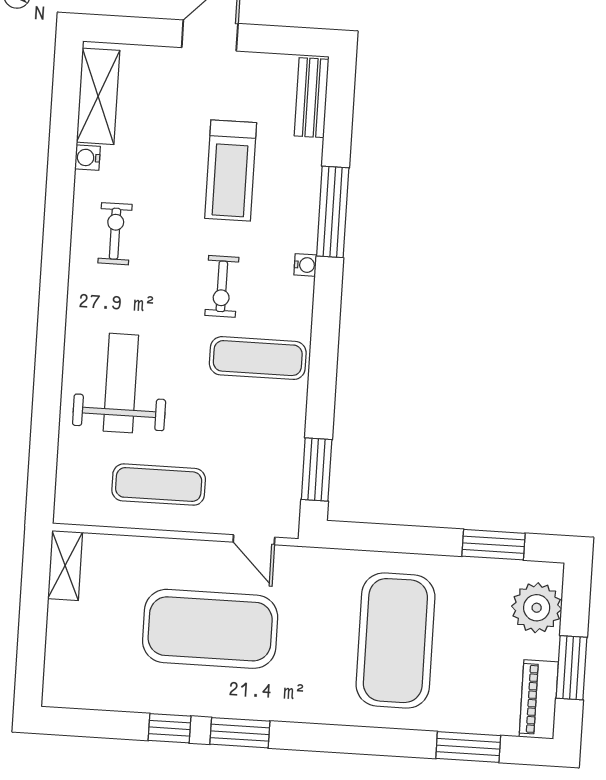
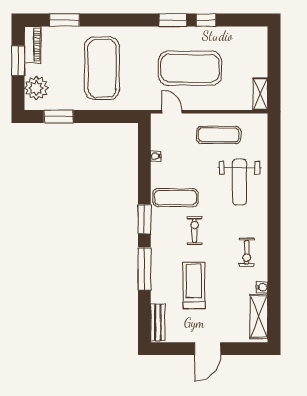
water cooler: (305, 265) -> (156, 156), moved
window: (317, 470) -> (144, 219), moved

